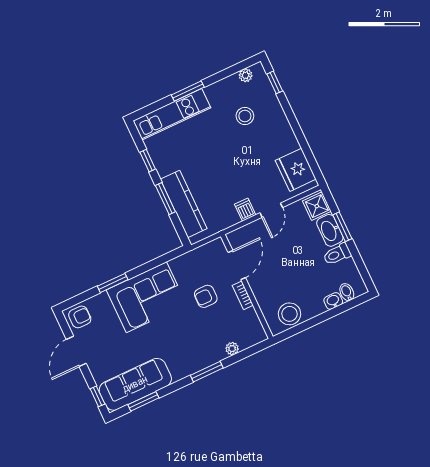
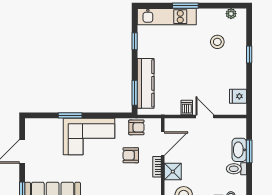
window: (275, 82) -> (249, 54), moved
fridge: (296, 170) -> (238, 96), width x0.53, depth x0.75
window: (165, 199) -> (135, 93), moved
shower: (317, 206) -> (173, 172), moved
door: (271, 210) -> (205, 116), swing flipped
armchair: (80, 317) -> (136, 127), moved

